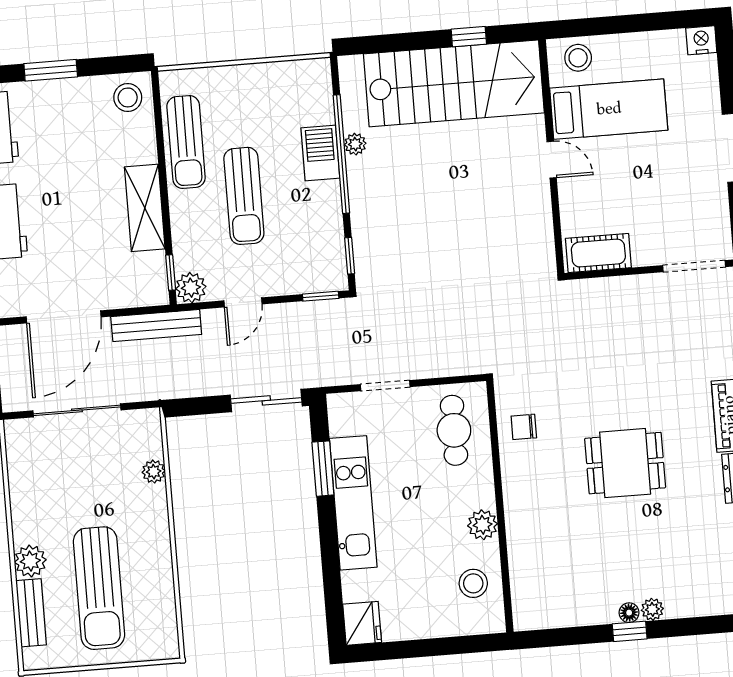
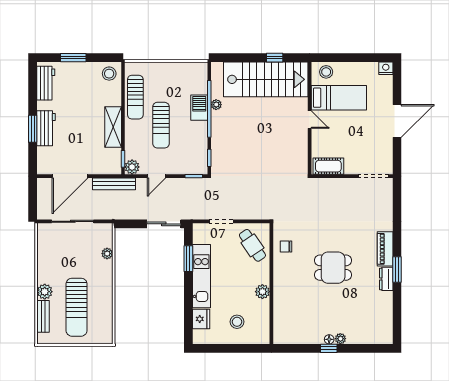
cafe table: (454, 430) -> (252, 245), turned -34
stool: (473, 583) -> (237, 322), moved
fridge: (362, 623) -> (201, 319), moved

